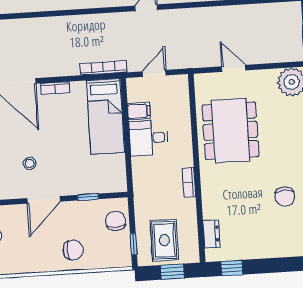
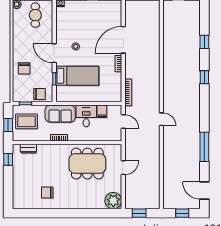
bed: (105, 116) -> (77, 76), moved, turned 180
sofa: (147, 183) -> (60, 114), added

